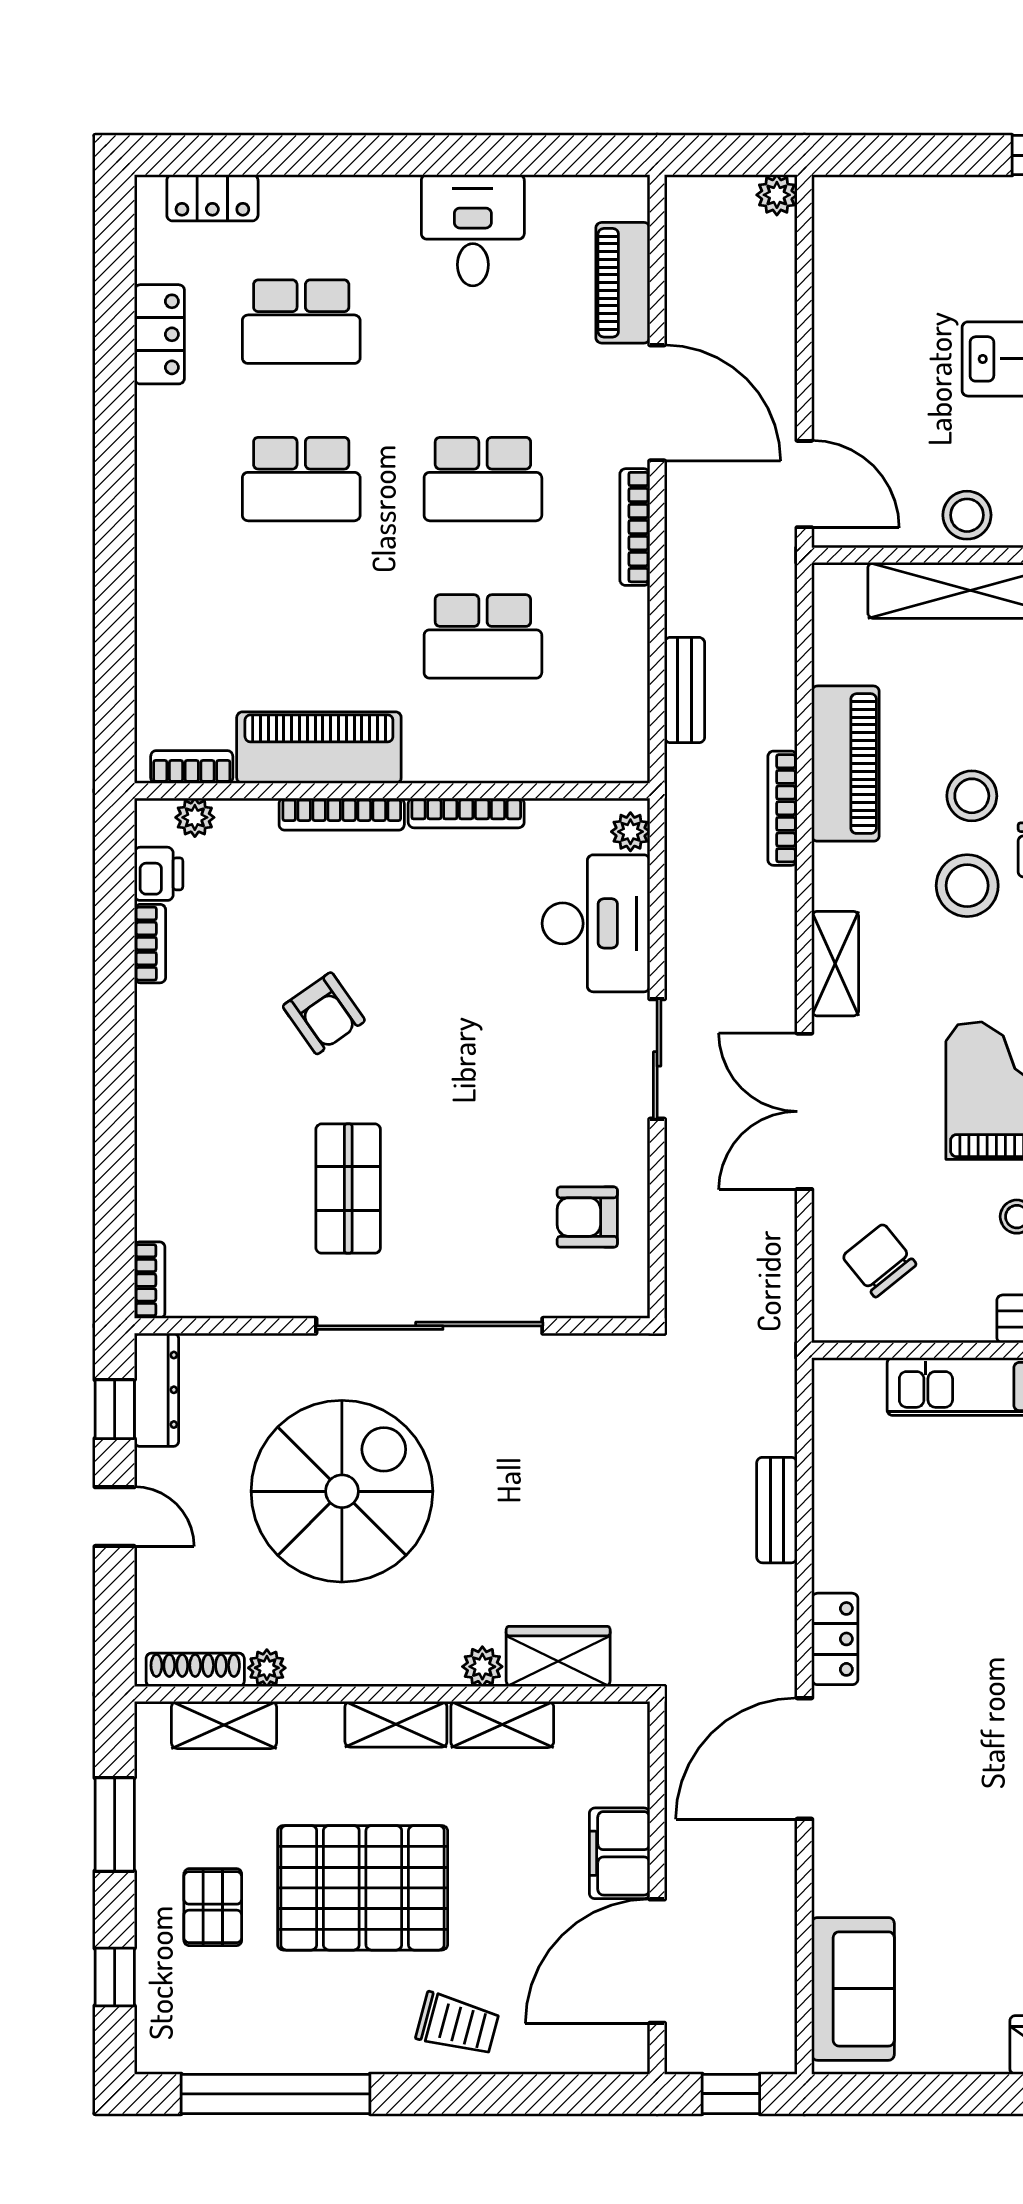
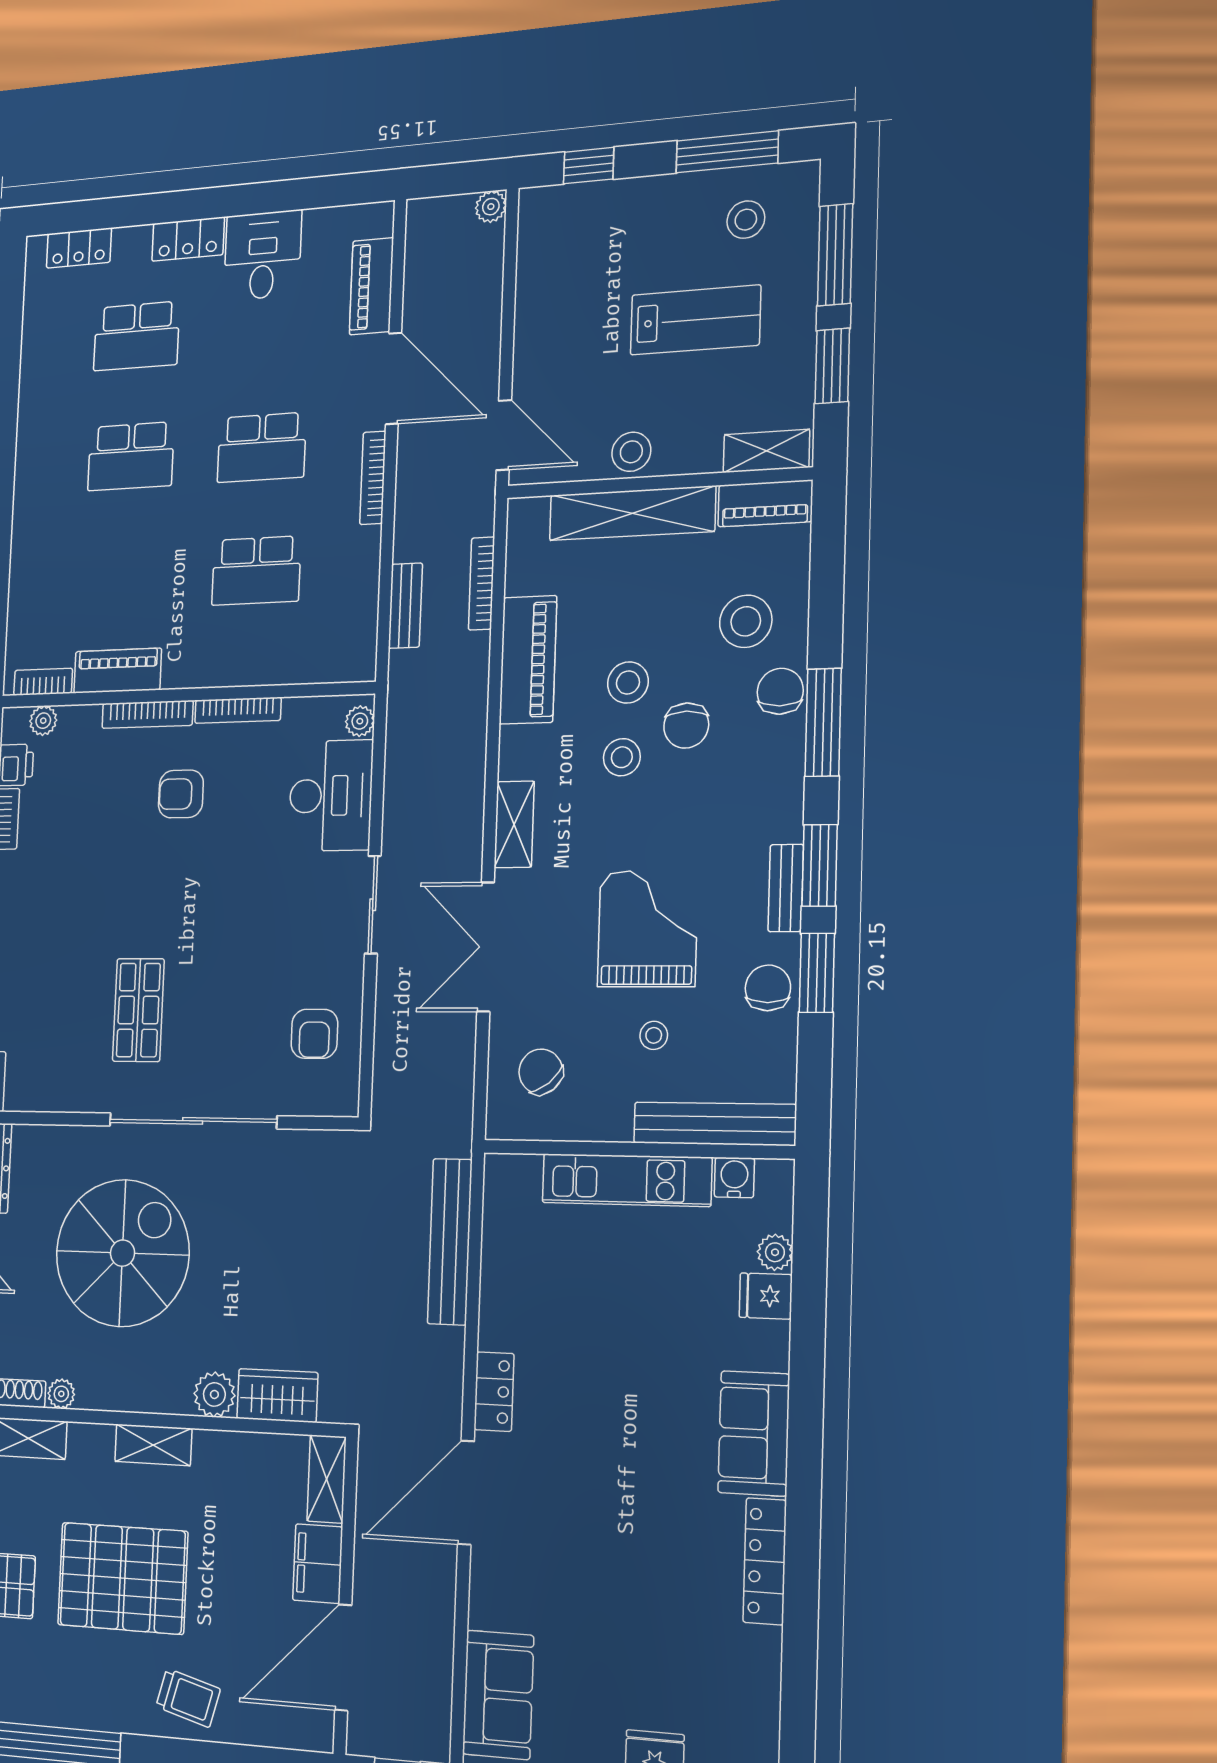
window: (901, 155) -> (589, 166), added
locker: (159, 334) -> (188, 239), moved, turned 90
piano: (319, 748) -> (118, 671), width x0.73, depth x0.75
bookcase: (782, 808) -> (481, 583), moved
stool: (967, 886) -> (622, 757), width x0.73, depth x0.73
armchair: (324, 1013) -> (181, 794), moved, turned 125
armchair: (587, 1217) -> (314, 1034), turned -90
bench: (777, 1510) -> (450, 1242), width x1.86, depth x1.21
plant: (482, 1667) -> (214, 1394), width x1.38, depth x1.38
shelving: (502, 1724) -> (327, 1479), moved, turned 90

